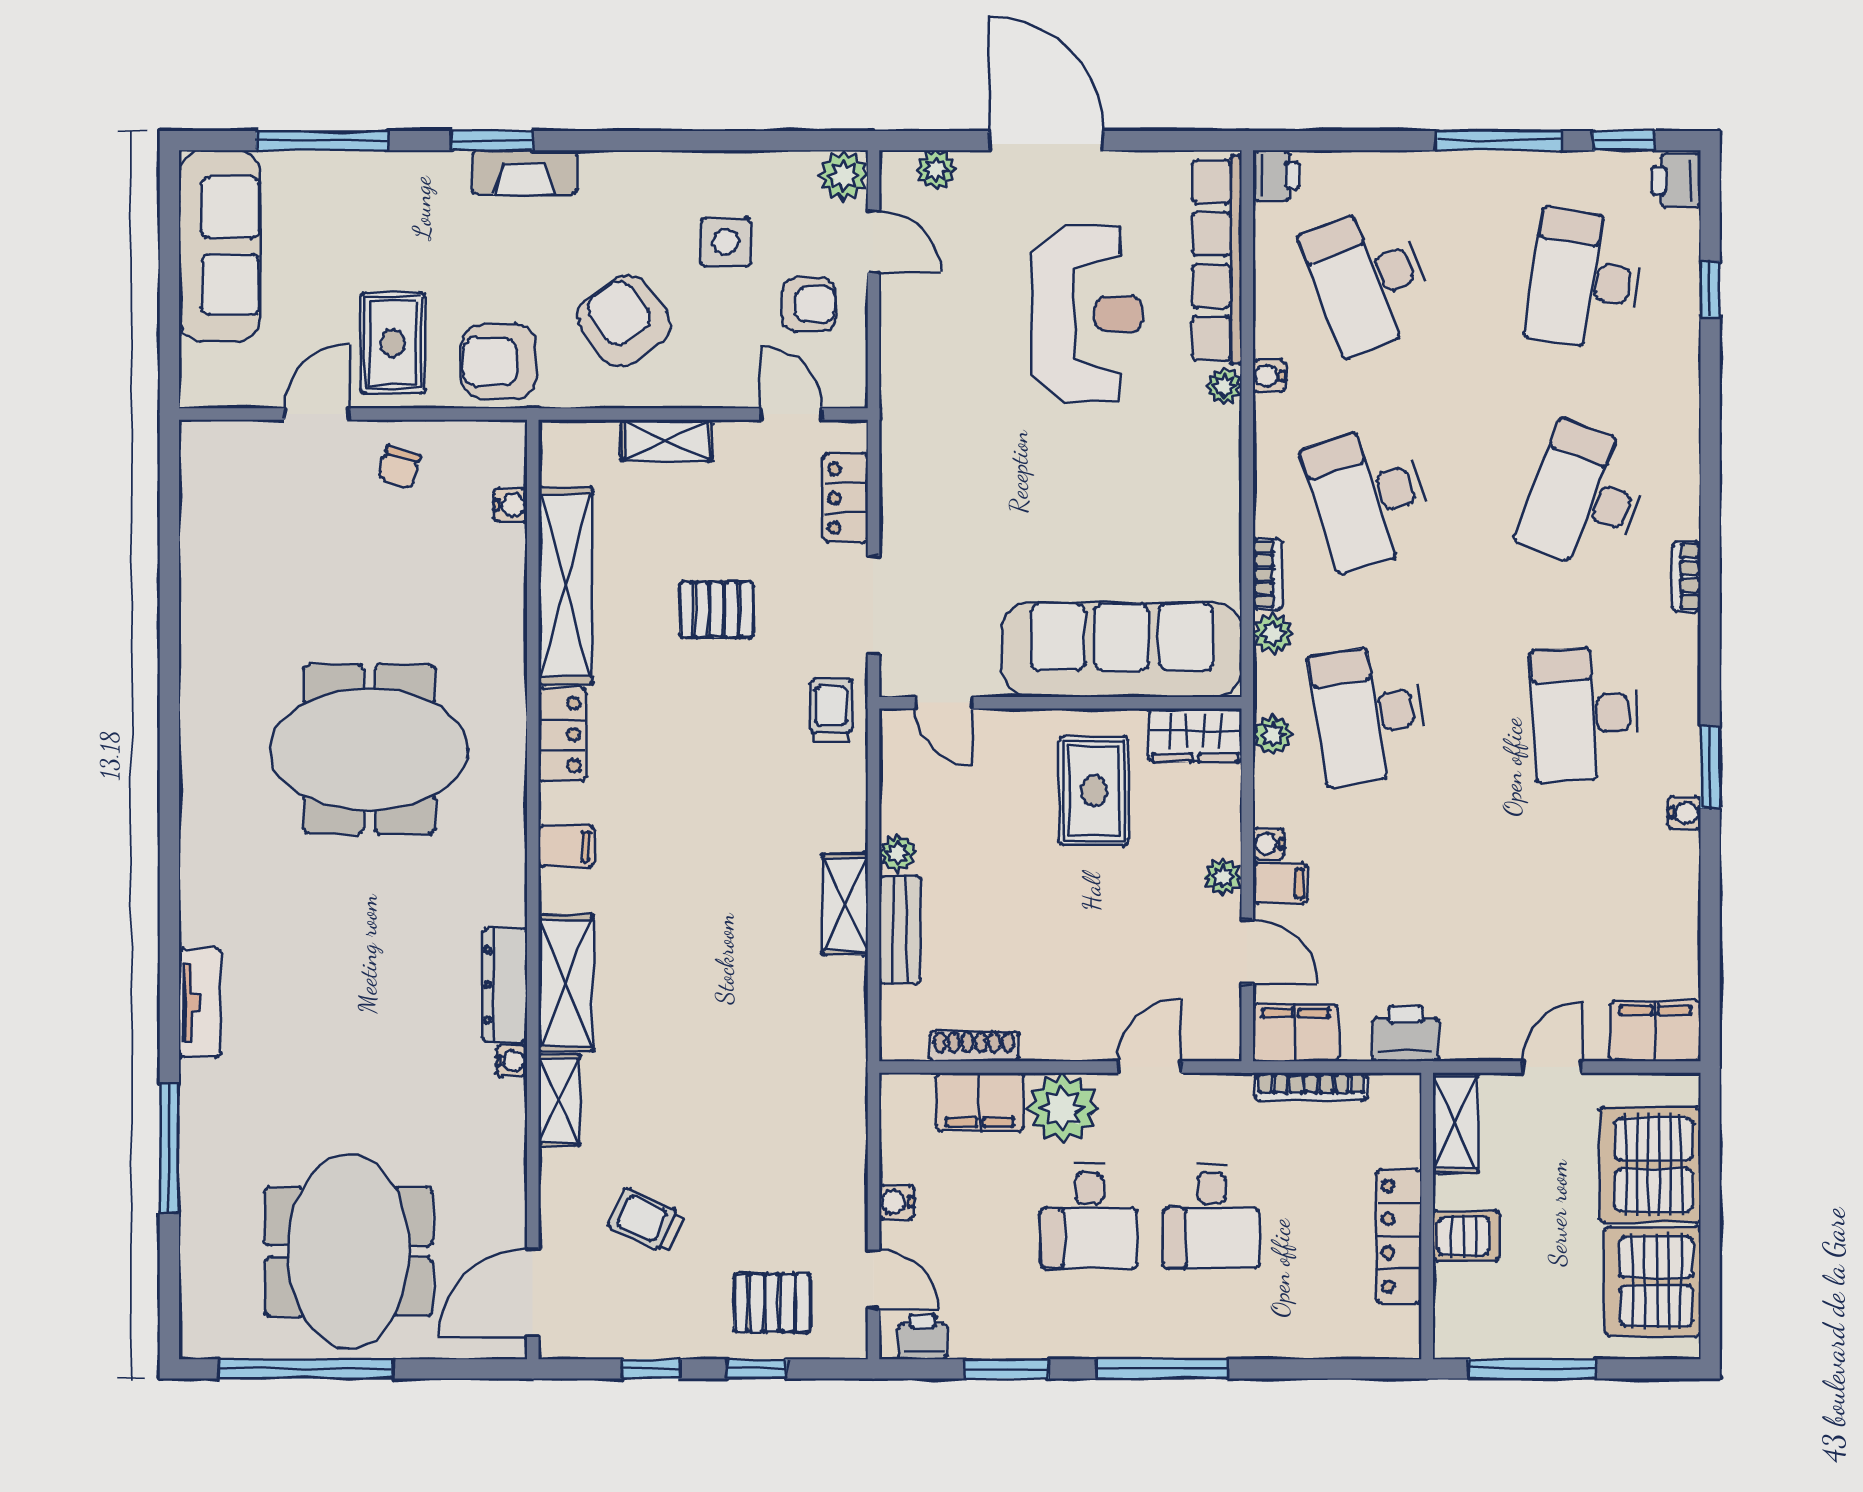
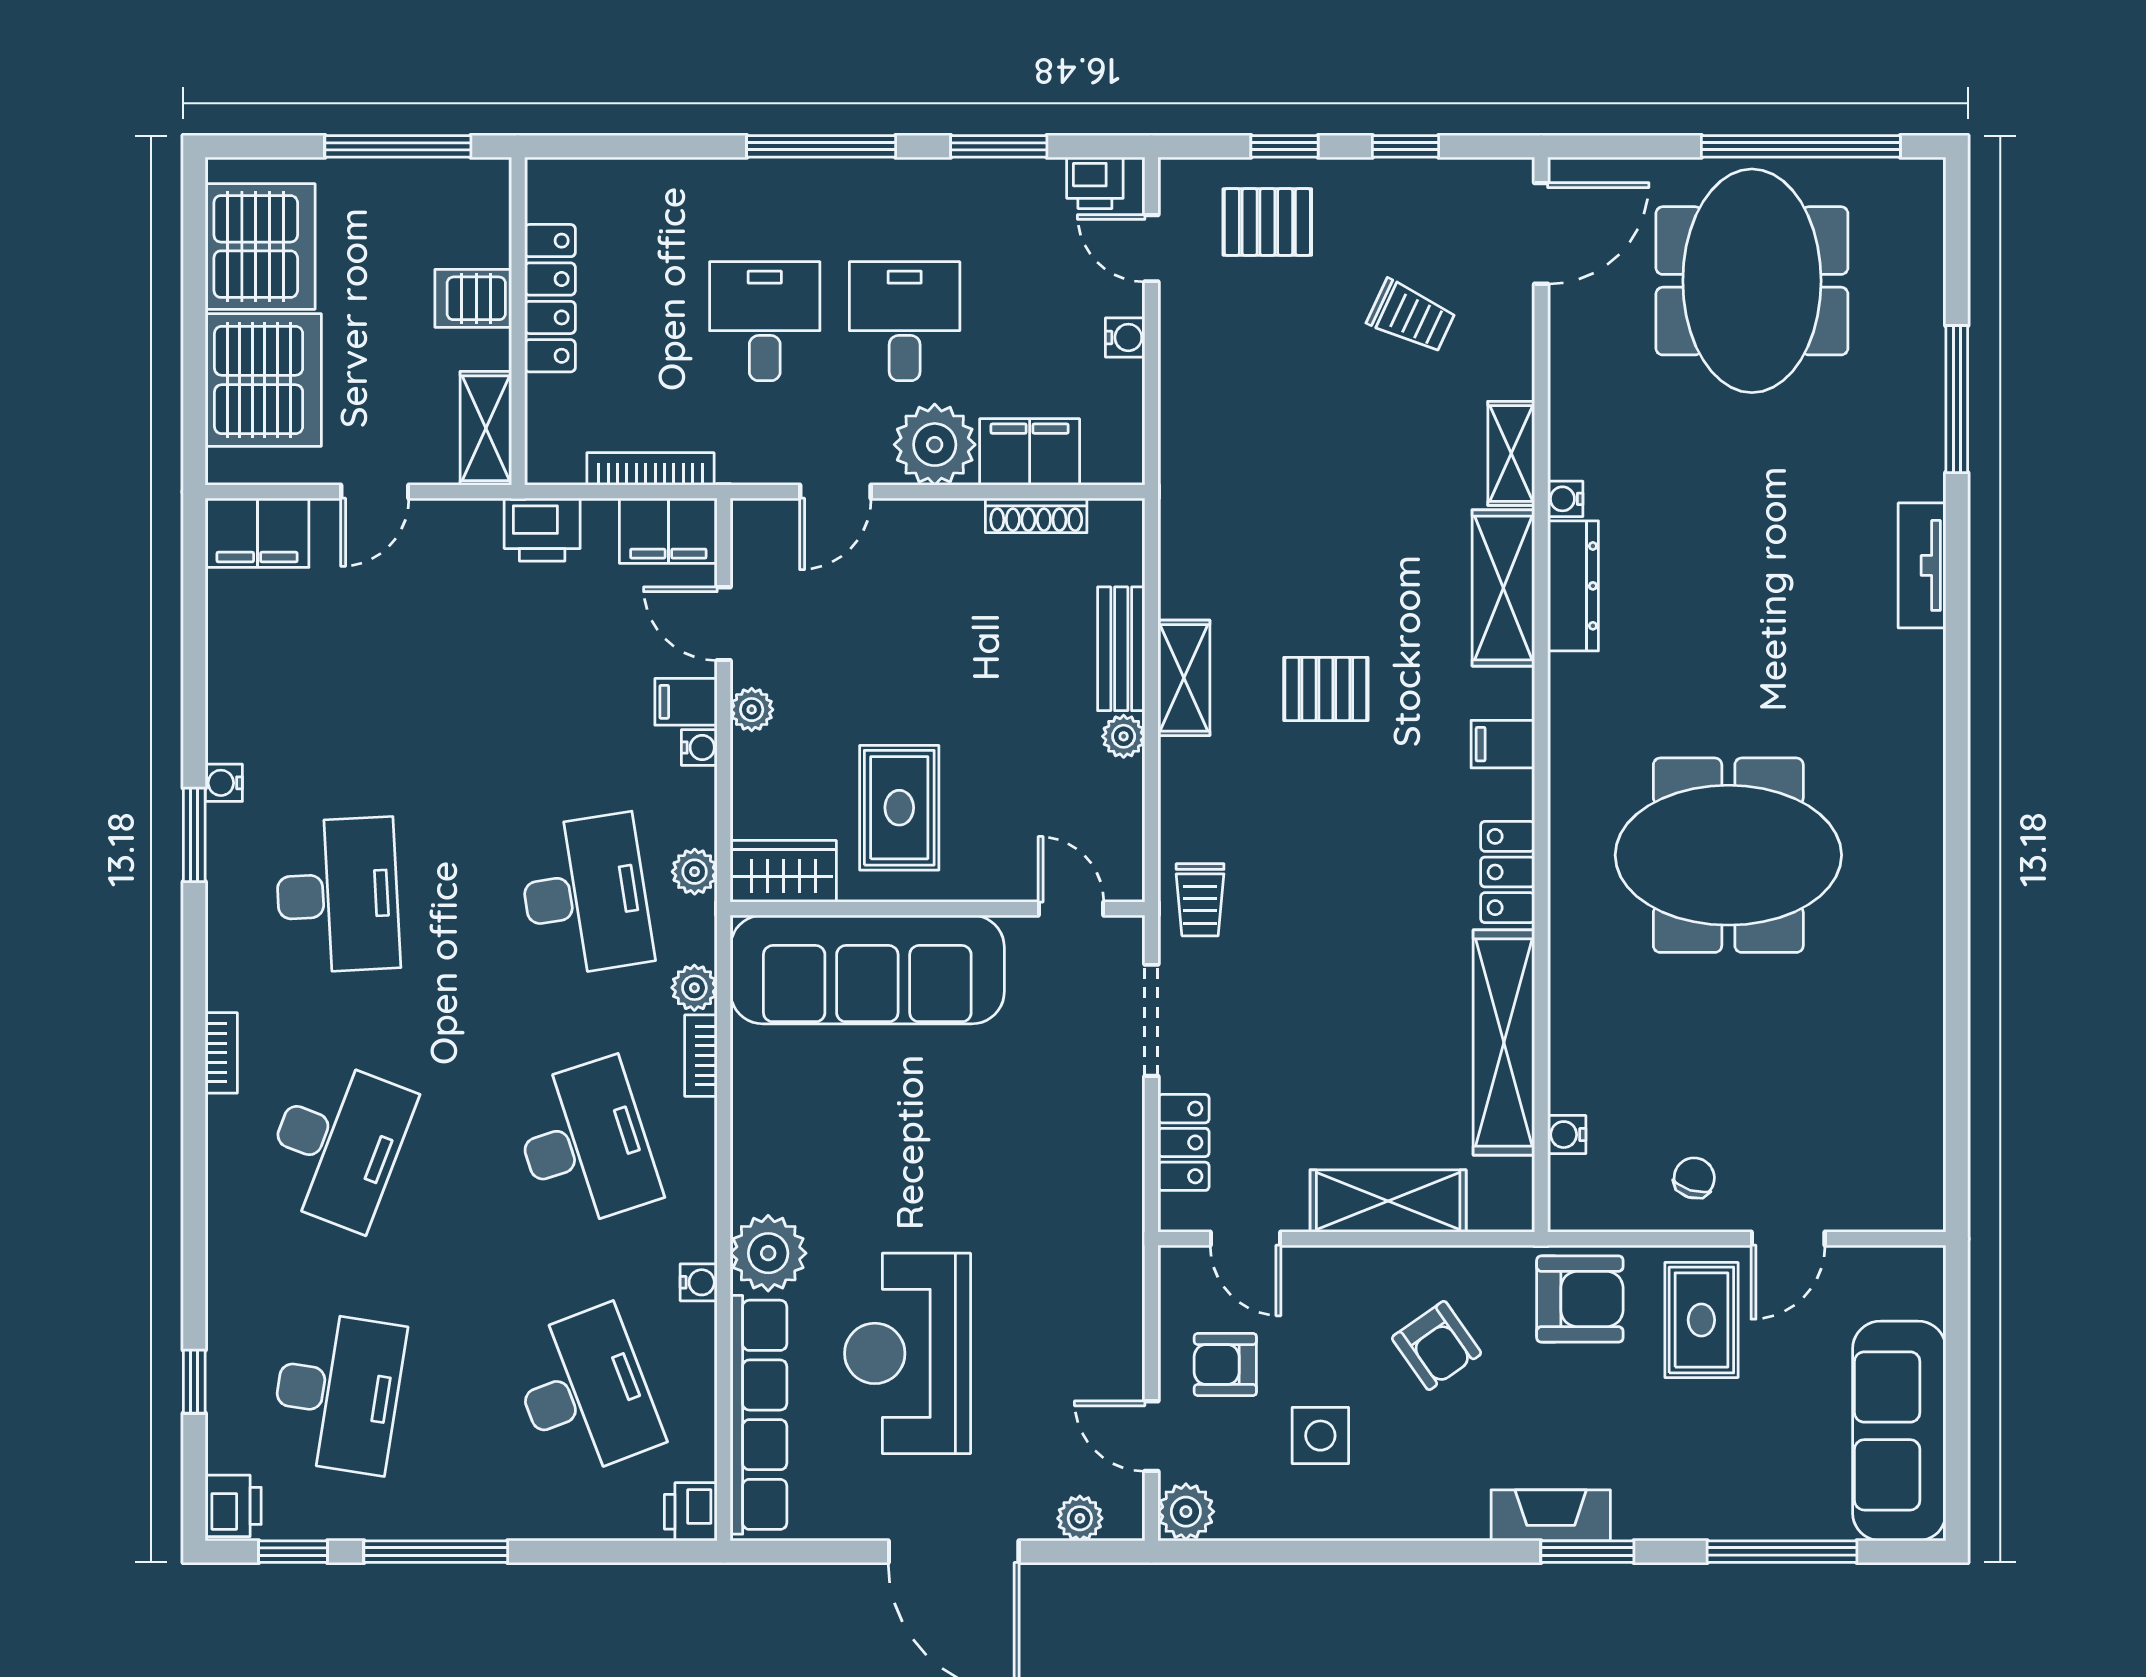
armchair: (624, 321) -> (1437, 1345), width x0.72, depth x0.72
plant: (1224, 386) -> (768, 1253), width x1.88, depth x1.88
shelving: (667, 440) -> (1388, 1201), width x1.50, depth x1.33
pallet: (716, 610) -> (1326, 689), moved

